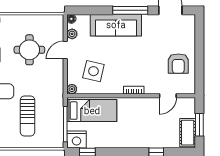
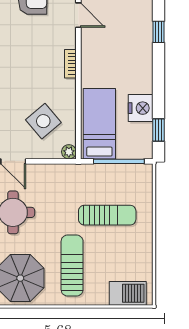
side table: (93, 71) -> (43, 121), turned 37
nightstand: (76, 140) -> (141, 108), moved

